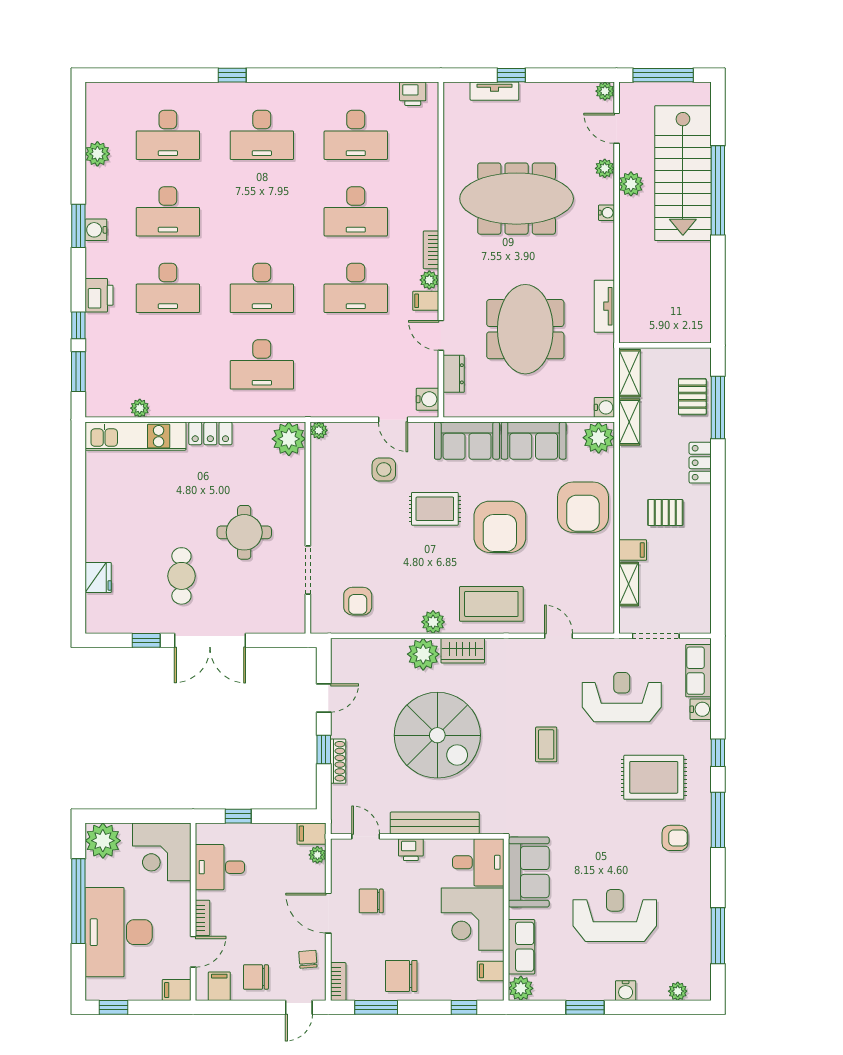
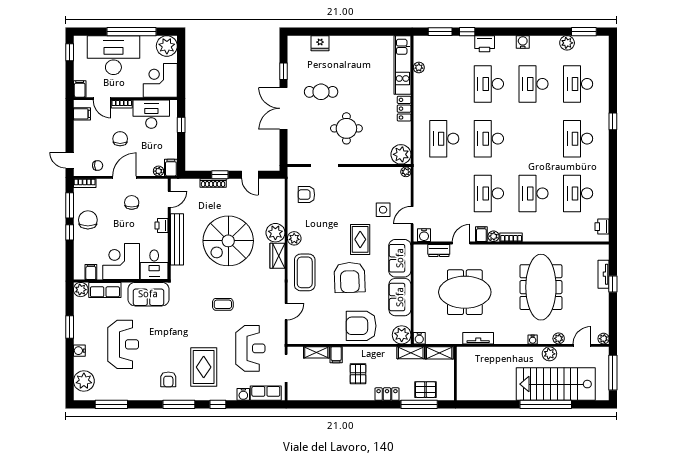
window: (78, 226) -> (584, 32), moved
armchair: (500, 527) -> (350, 277), turned -92
desk: (220, 867) -> (151, 114), width x1.37
chair: (256, 977) -> (120, 139), moved
plant: (678, 991) -> (84, 381), width x1.88, depth x1.88
window: (464, 1007) -> (70, 232), moved

